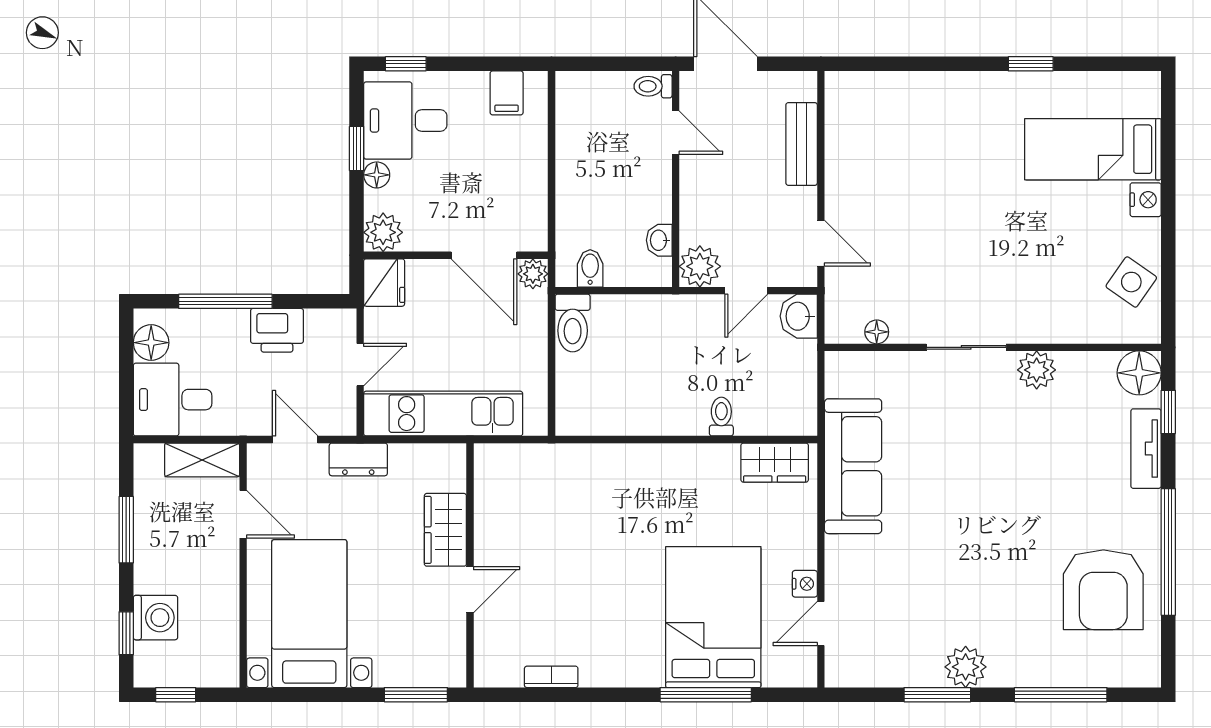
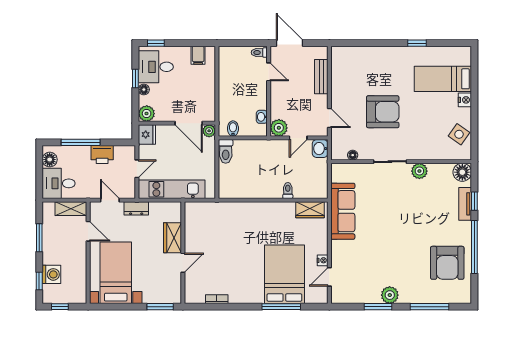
armchair: (949, 228) -> (383, 112), added
window: (1168, 412) -> (474, 201), moved

